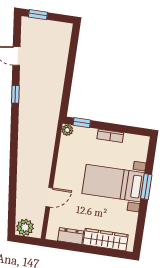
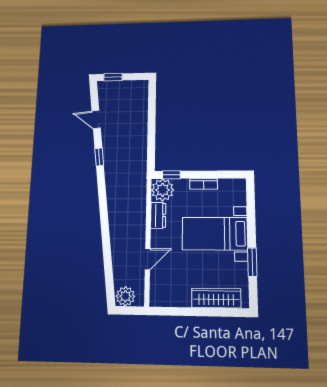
plant: (67, 130) -> (163, 190), width x1.87, depth x1.87
window: (146, 187) -> (252, 262), moved
dresser: (71, 236) -> (158, 215), moved, turned 90

